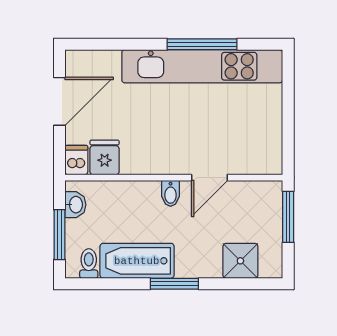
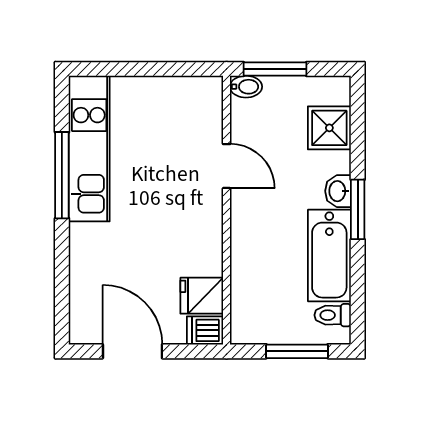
kitchen unit: (202, 66) -> (89, 149), width x0.73
bidet: (171, 193) -> (246, 87), moved
washbasin: (75, 205) -> (338, 191), moved, turned -90

